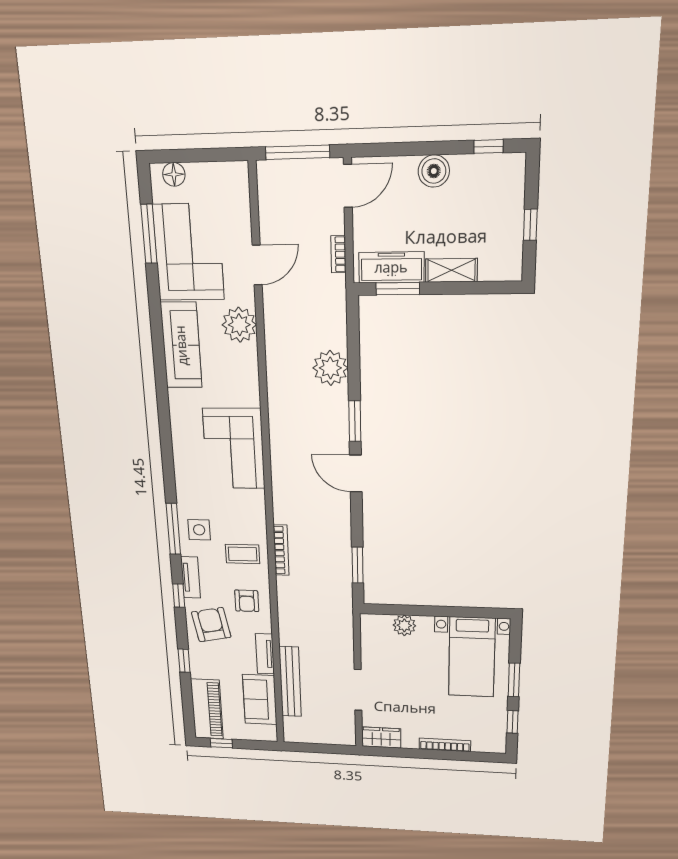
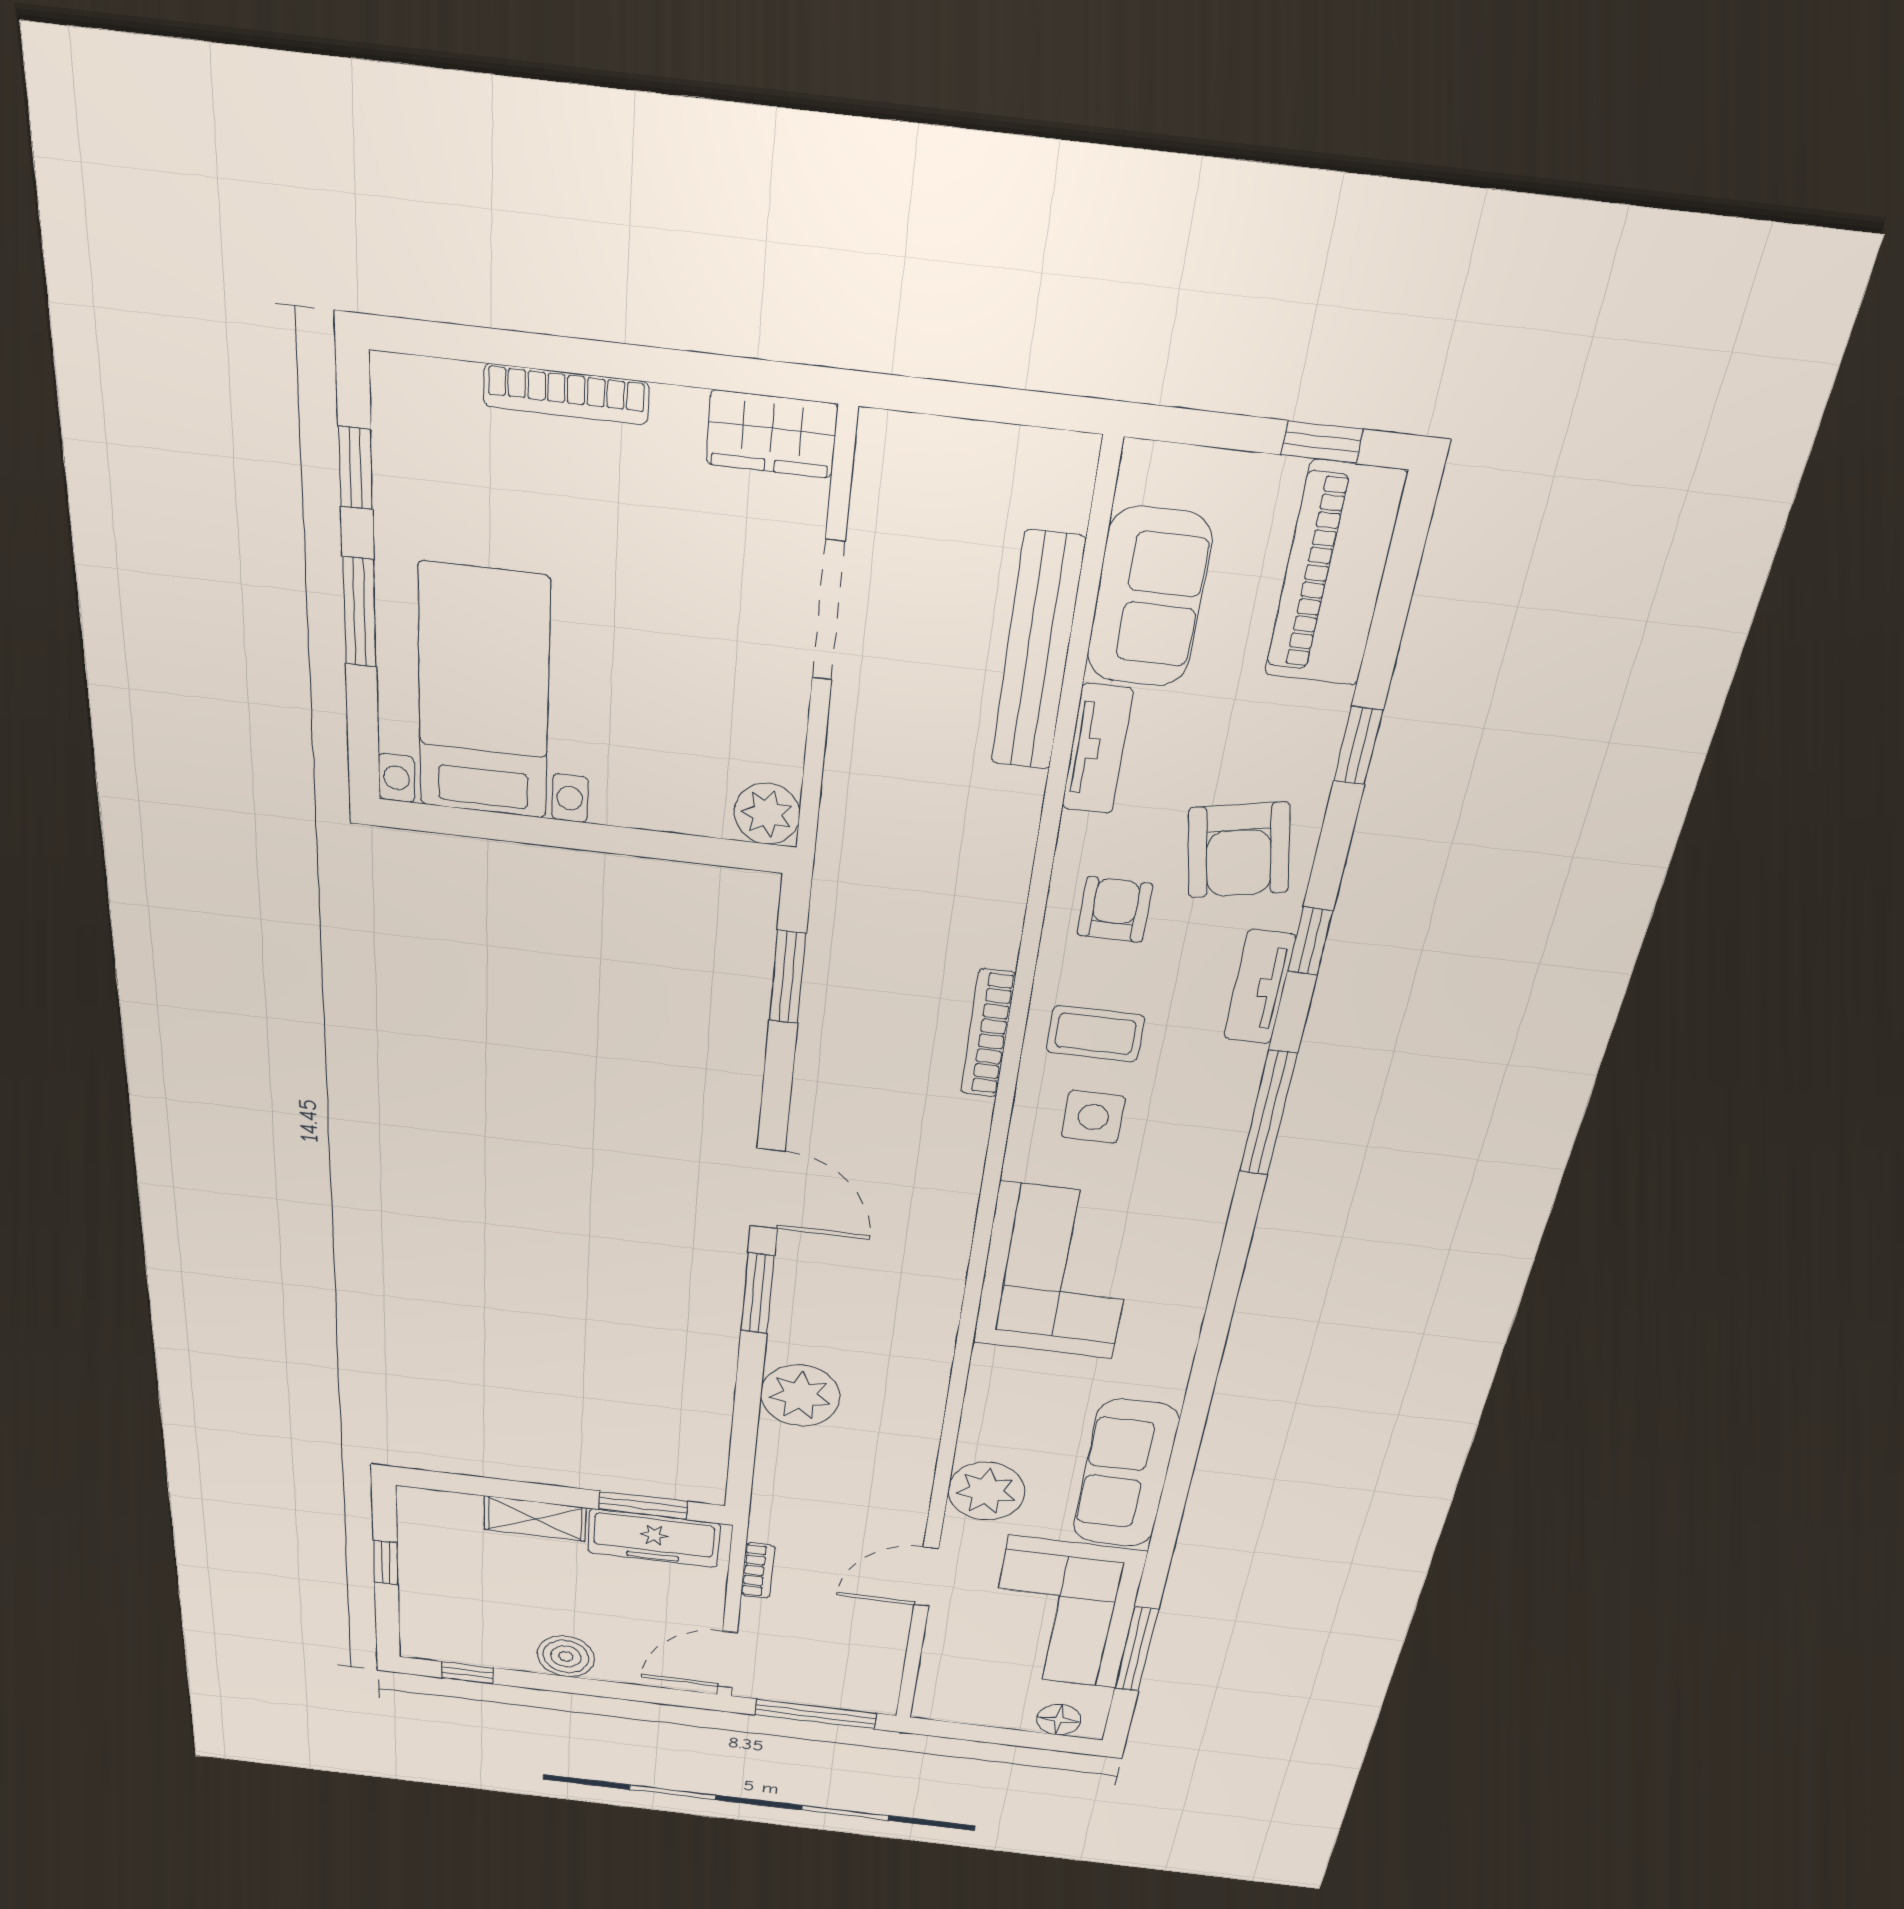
side table: (199, 530) -> (1093, 1117), moved
plant: (404, 625) -> (767, 814), moved

